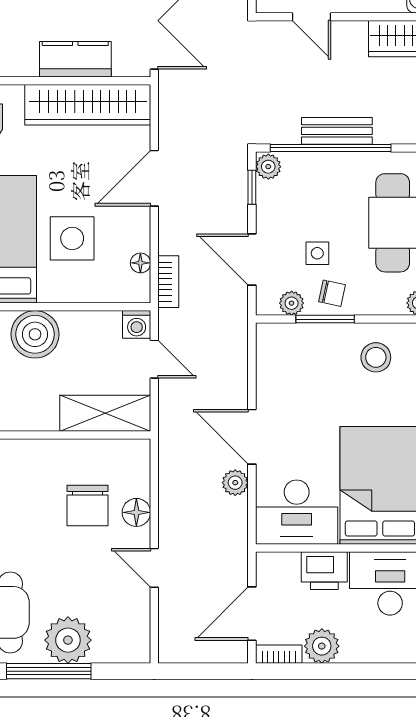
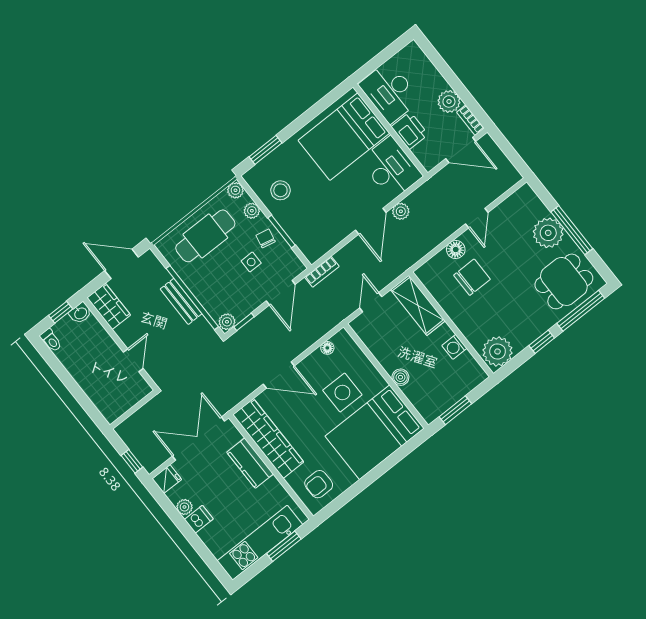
bookcase: (168, 282) -> (322, 272), moved, turned 180
plant: (292, 303) -> (252, 211), moved
washing machine: (137, 324) -> (454, 347), moved, turned 180
boiler: (35, 334) -> (400, 377), width x0.54, depth x0.54

